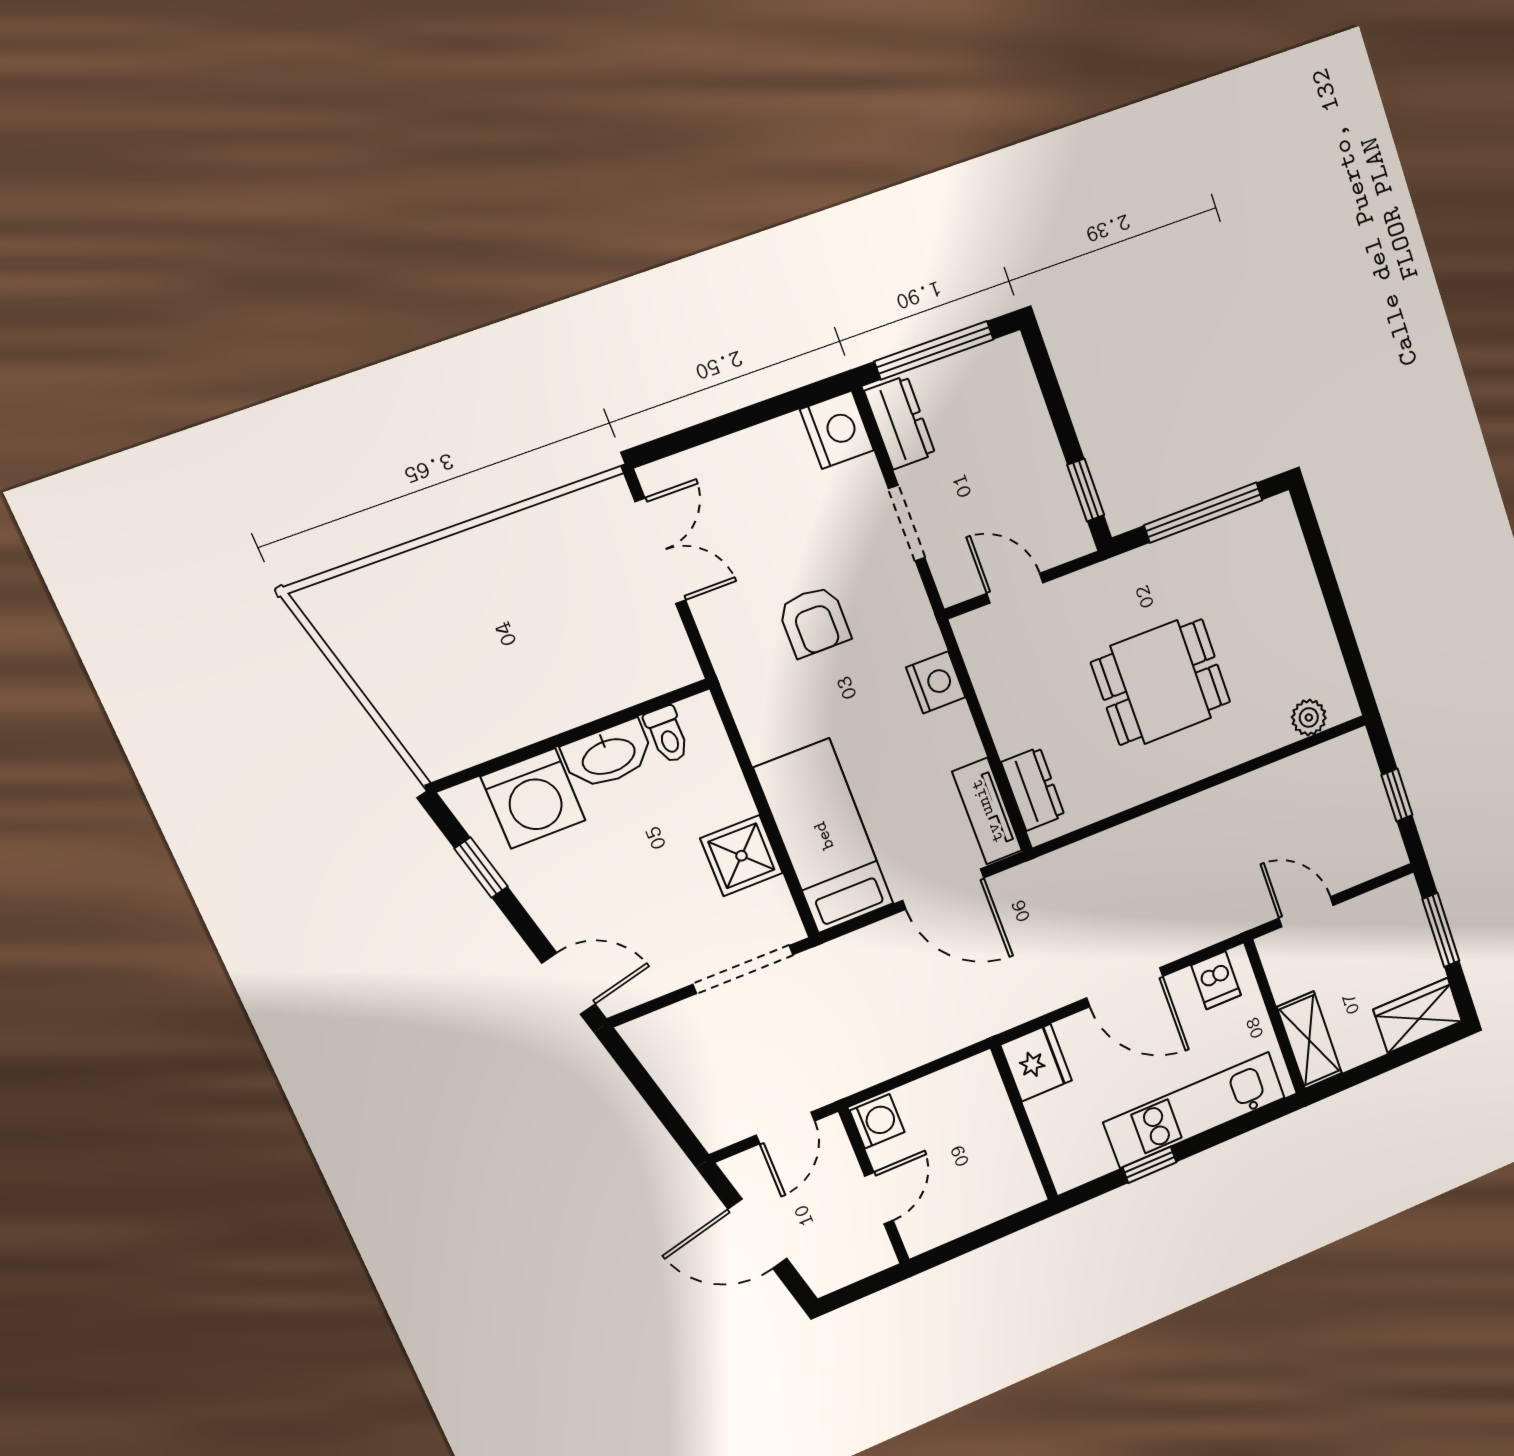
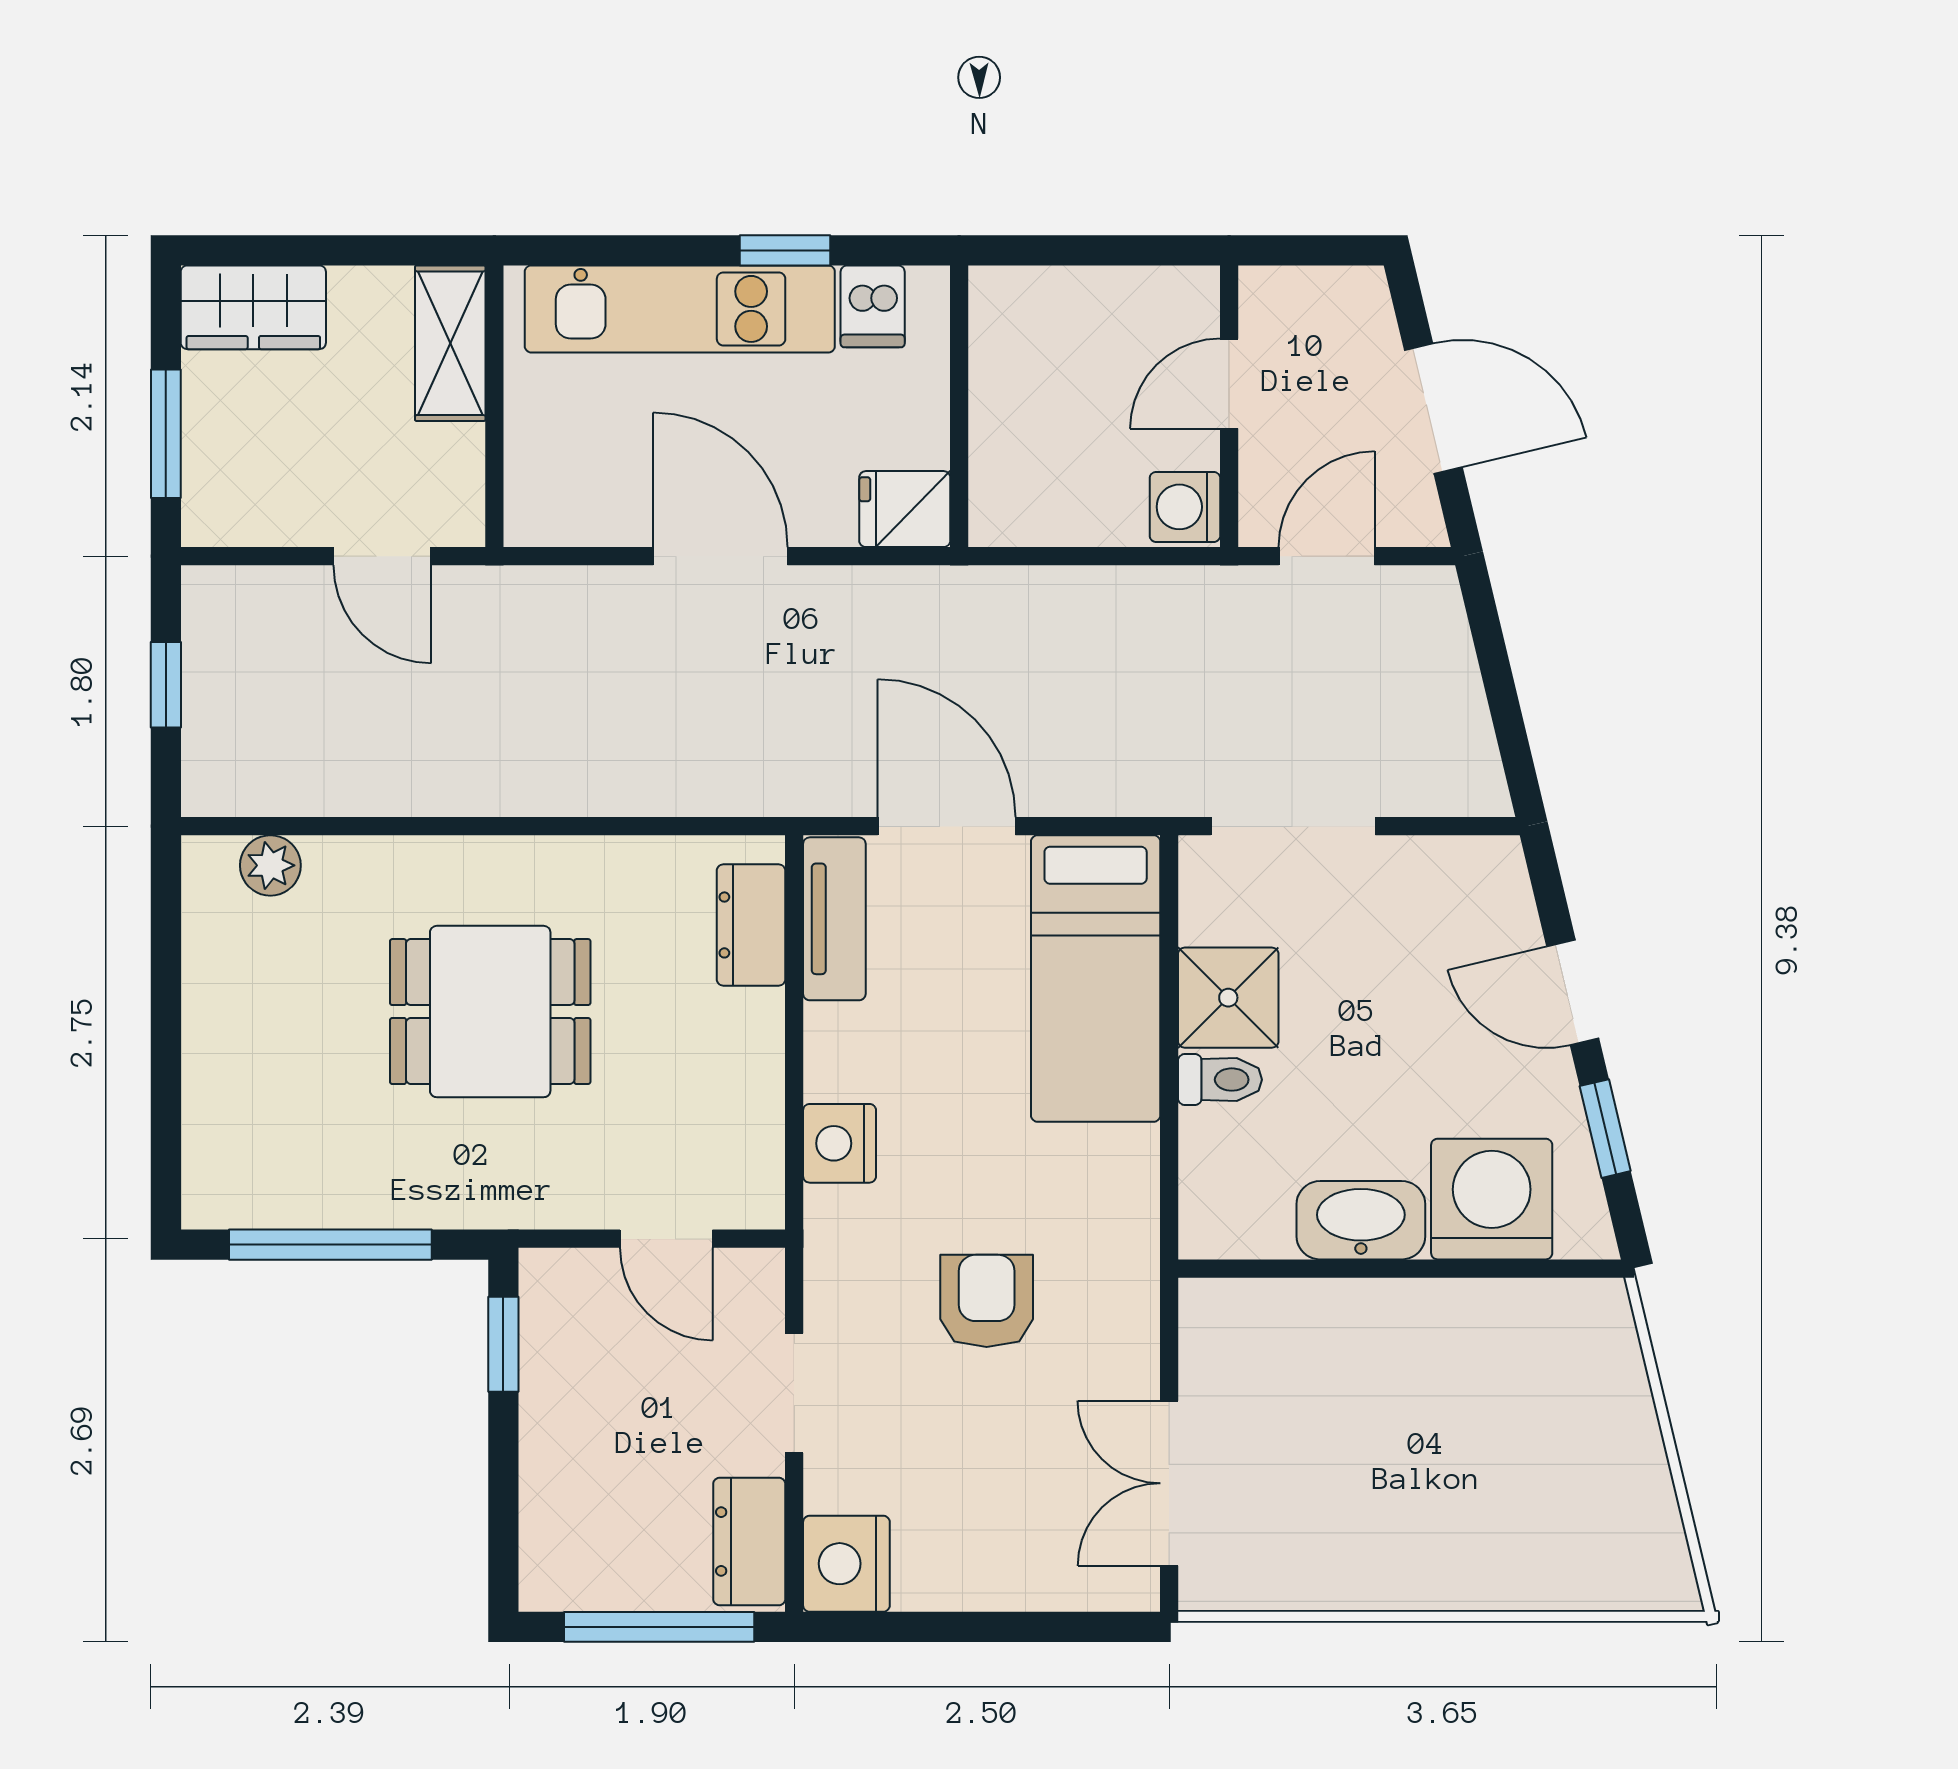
toilet: (667, 735) -> (1220, 1080), moved, turned 90
dishwasher: (1216, 980) -> (873, 306), moved, turned 180
door: (569, 984) -> (1573, 993), moved
fridge: (1036, 1063) -> (905, 509), width x0.72

